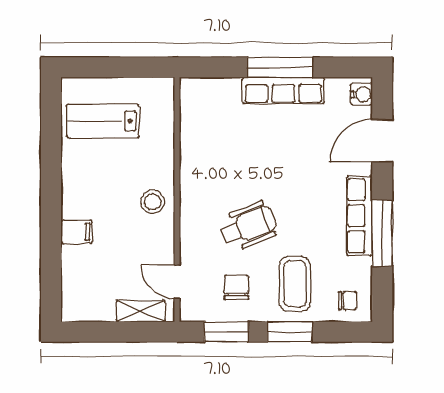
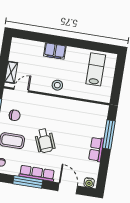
window: (280, 67) -> (109, 135), moved
row of seats: (283, 90) -> (96, 149), width x0.68
wheelchair: (249, 226) -> (45, 141), moved
filing cabinet: (77, 232) -> (55, 51), width x2.00

